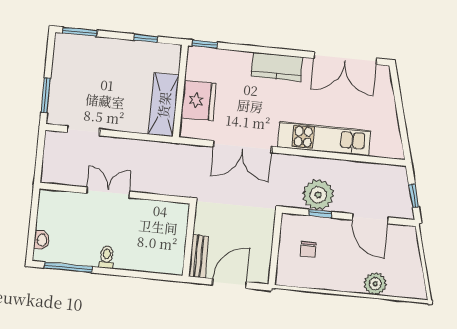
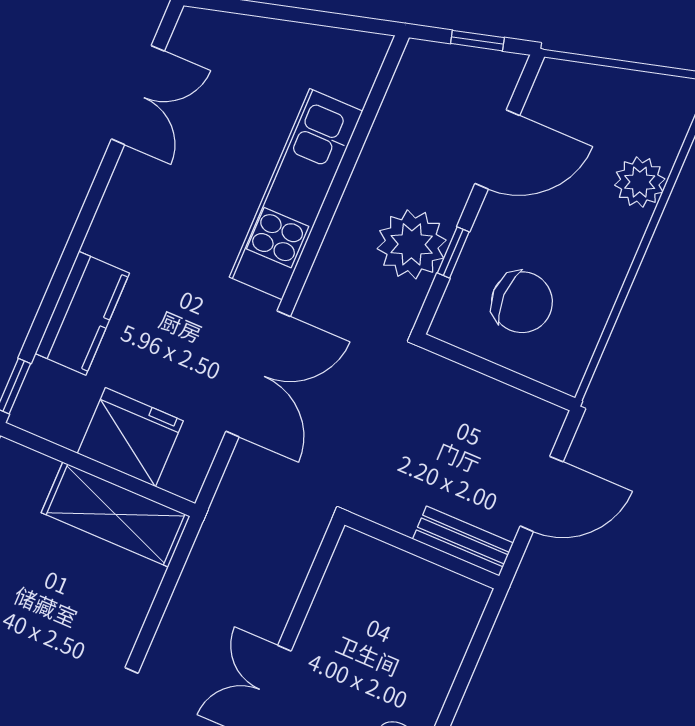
double door: (345, 58) -> (138, 95), width x0.73
kitchen counter: (277, 67) -> (82, 313), moved
chair: (308, 249) -> (522, 302), width x1.87, depth x1.87
door: (229, 283) -> (542, 494), swing flipped

